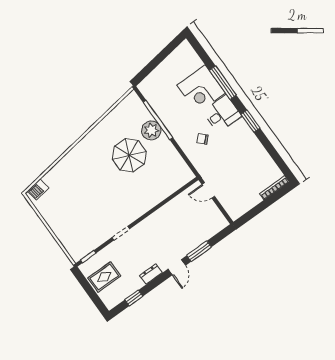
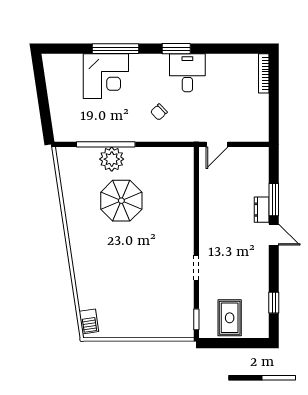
desk: (222, 114) -> (187, 73), moved
dresser: (151, 274) -> (262, 210), moved

